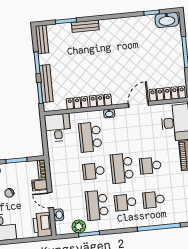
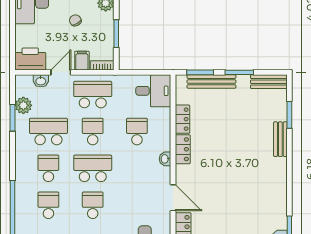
school desk: (90, 137) -> (137, 131), width x0.54
school desk: (65, 174) -> (93, 95), added

